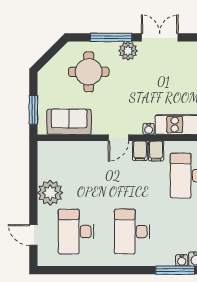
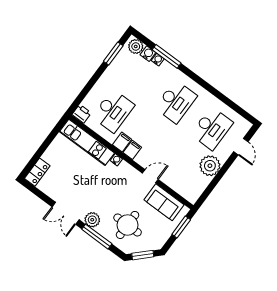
window: (51, 53) -> (143, 255), added
door: (118, 138) -> (150, 176), moved

